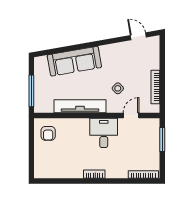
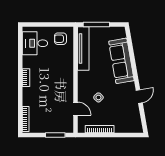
door: (138, 36) -> (139, 97), moved
tv unit: (80, 106) -> (83, 49), moved
desk: (104, 133) -> (35, 43), moved, turned 180

